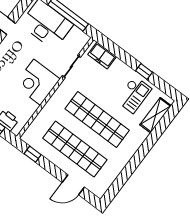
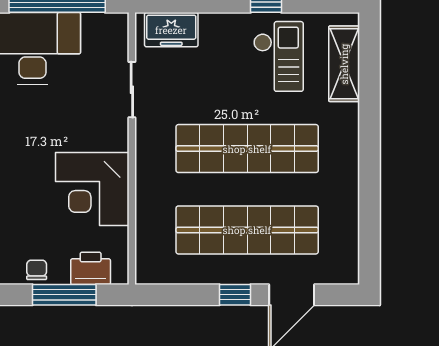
corner desk: (37, 82) -> (92, 189), moved
window: (33, 154) -> (235, 295), moved

